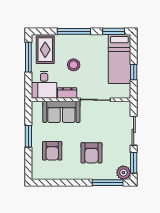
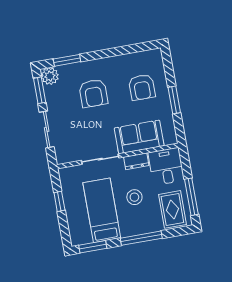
bed: (119, 59) -> (102, 210), moved
armchair: (52, 151) -> (142, 87), turned 180
armchair: (91, 153) -> (93, 93), turned 180
window: (108, 183) -> (67, 60), width x0.69

